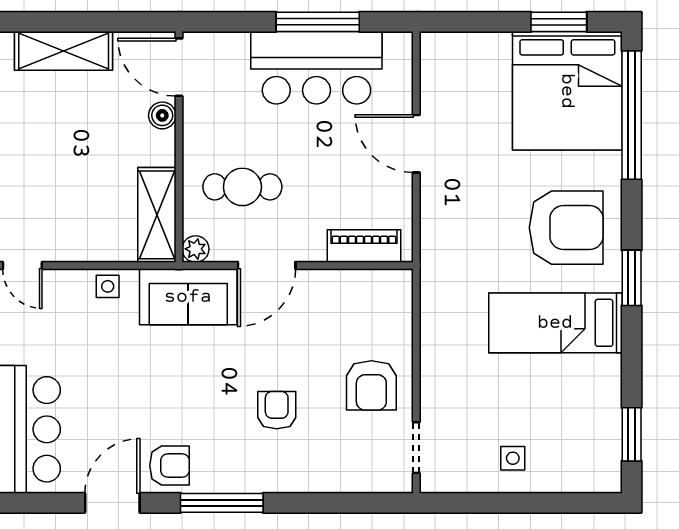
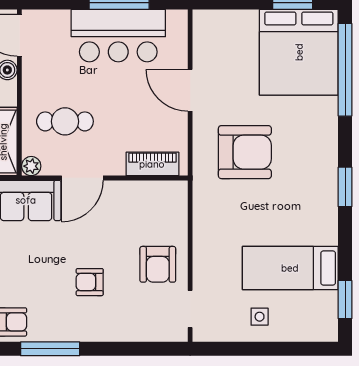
armchair: (566, 228) -> (245, 152), moved
bed: (555, 323) -> (290, 268), moved
armchair: (277, 410) -> (90, 282), turned -90

